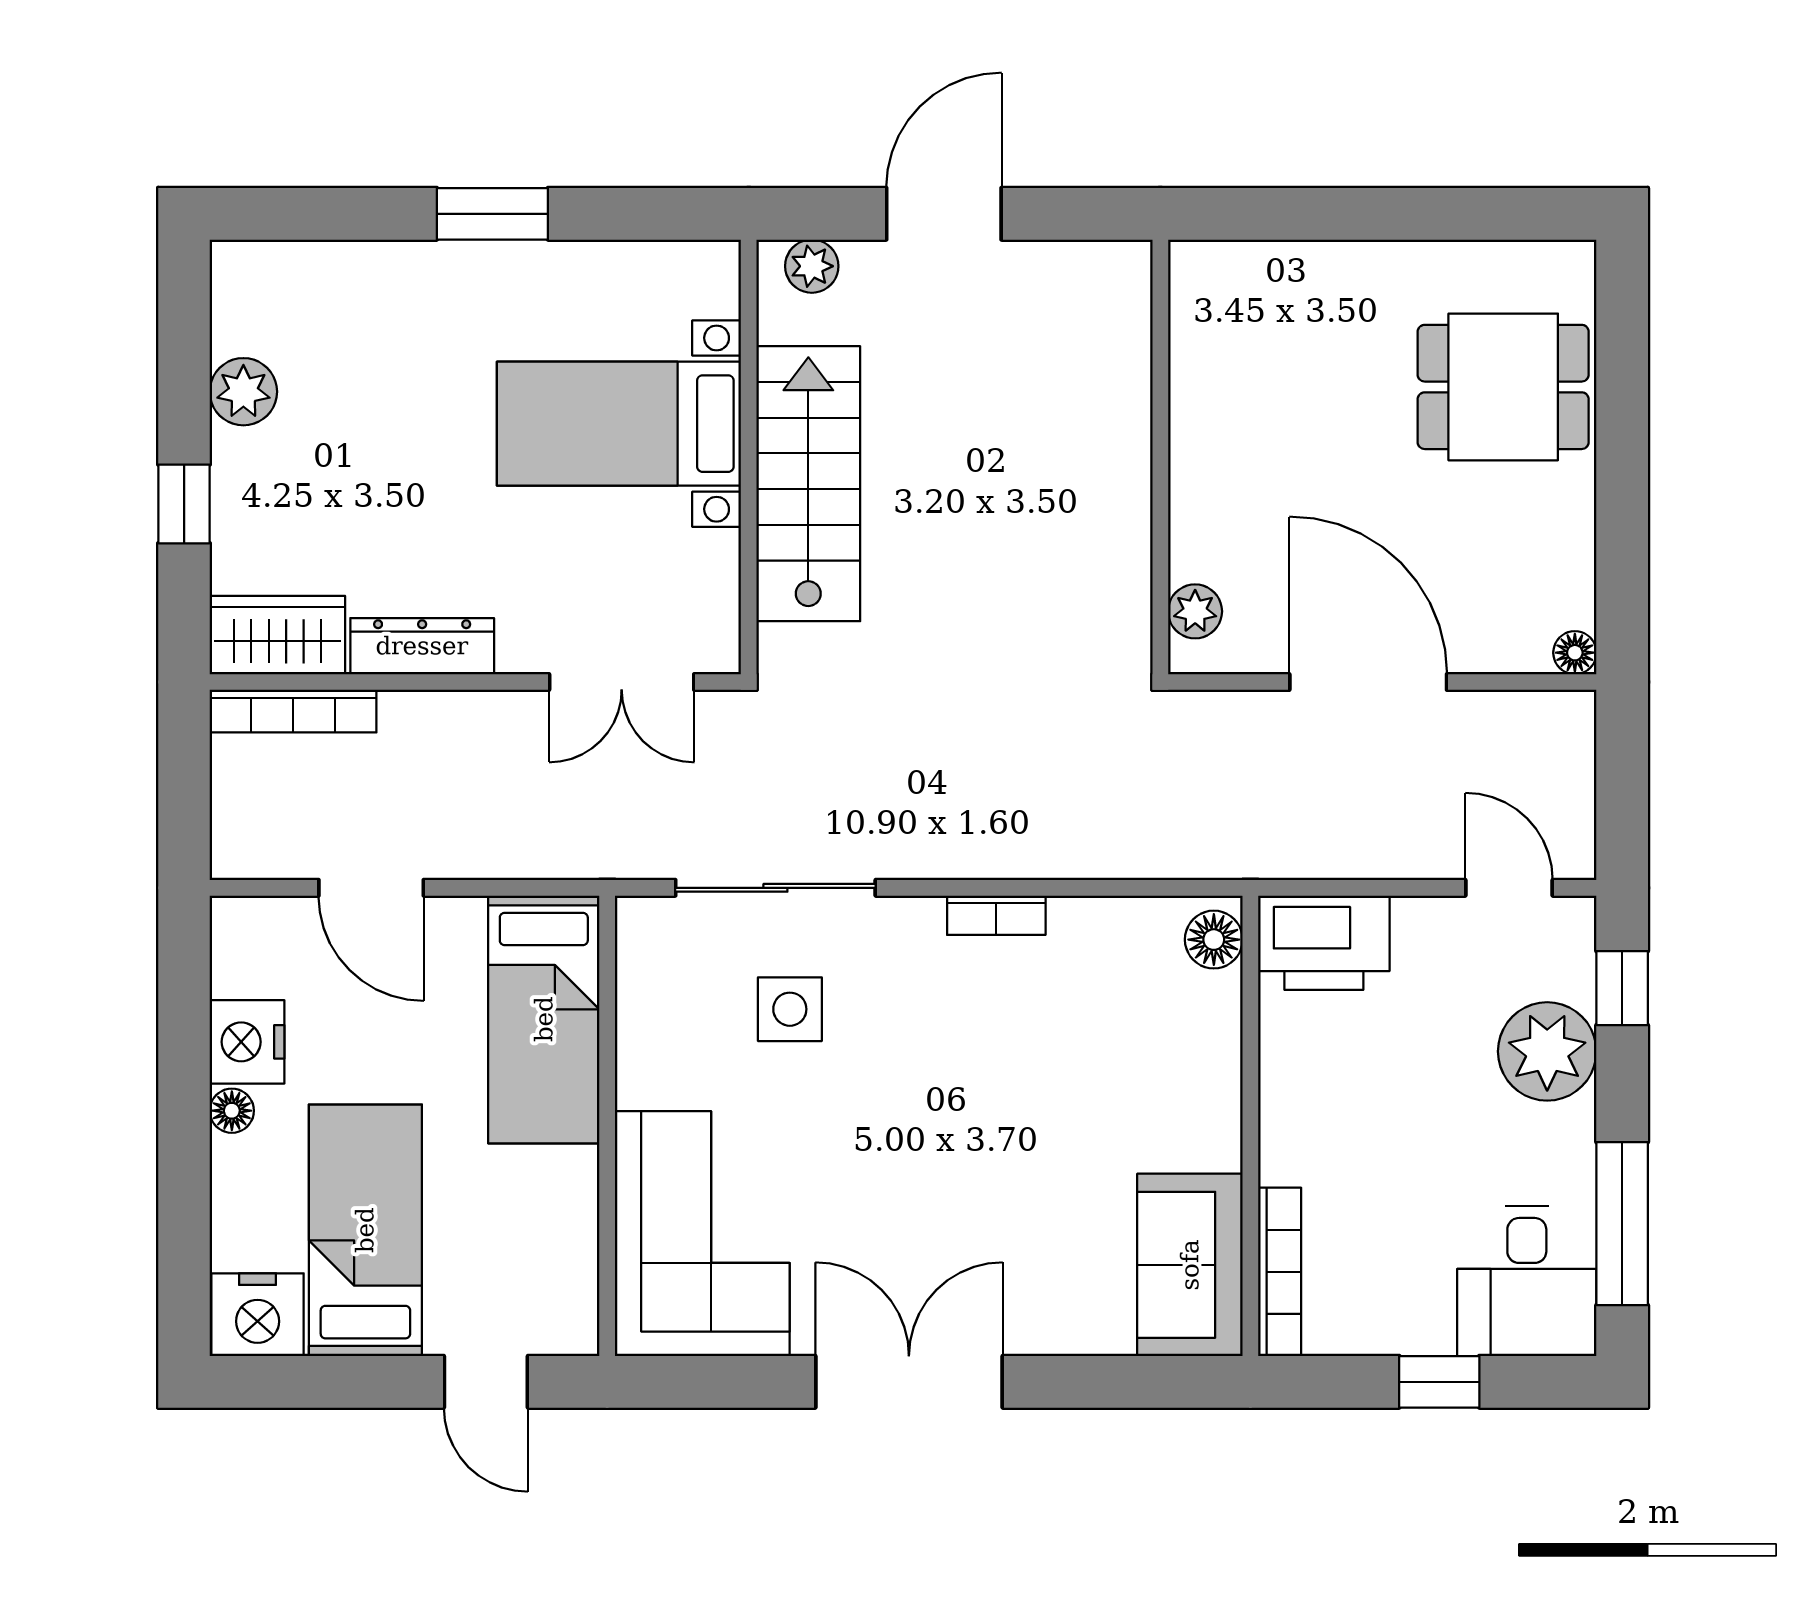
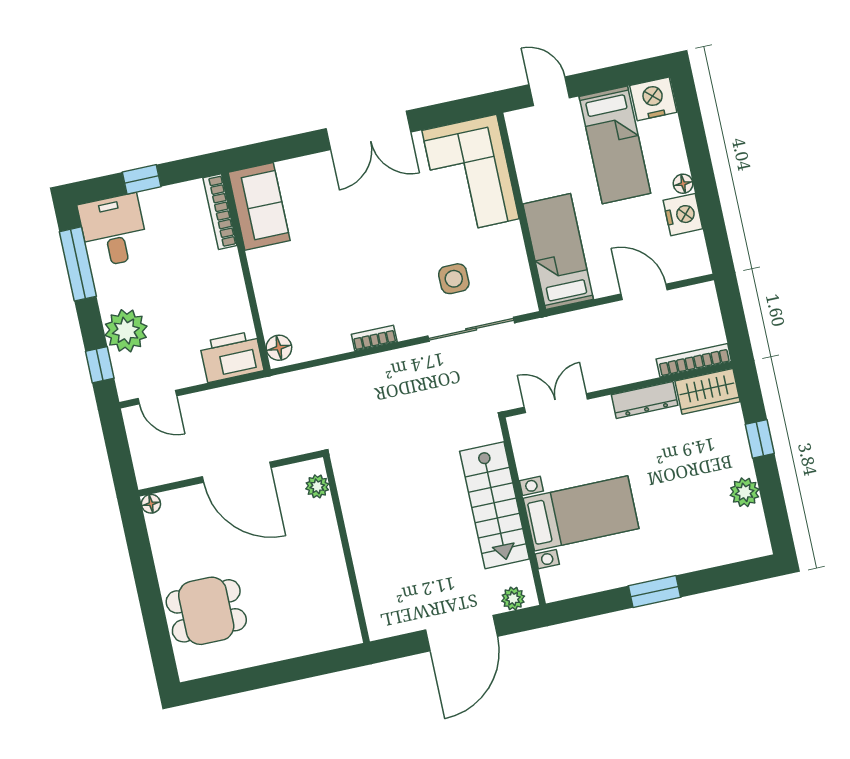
door: (944, 214) -> (461, 633), width x1.36

